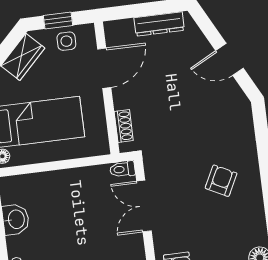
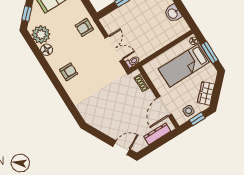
dresser: (159, 24) -> (157, 134), moved
door: (230, 59) -> (121, 148), moved
armchair: (221, 181) -> (69, 72), moved, turned -117

